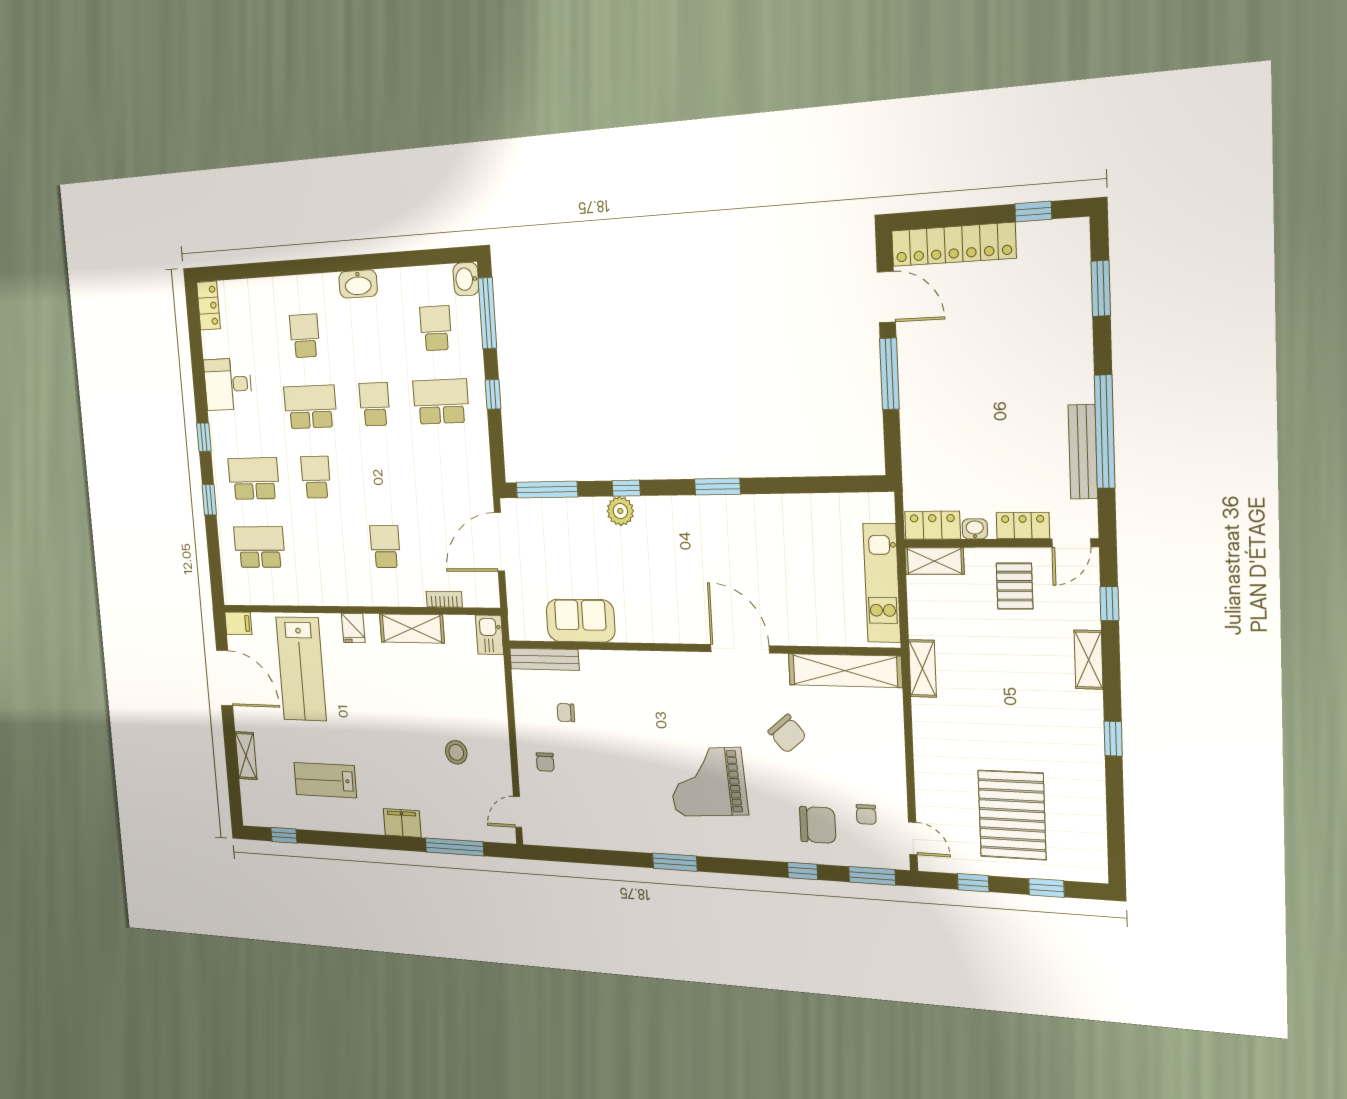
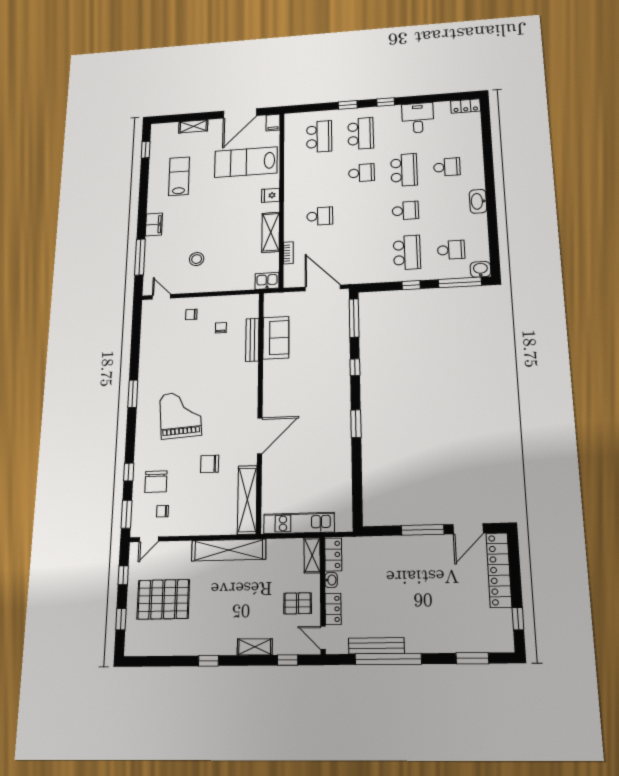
plant: (620, 511) -> (341, 363), removed
bench: (544, 659) -> (252, 340), moved
shelving: (922, 668) -> (229, 550), width x2.20, depth x1.33
chair: (787, 734) -> (210, 464), turned 40

